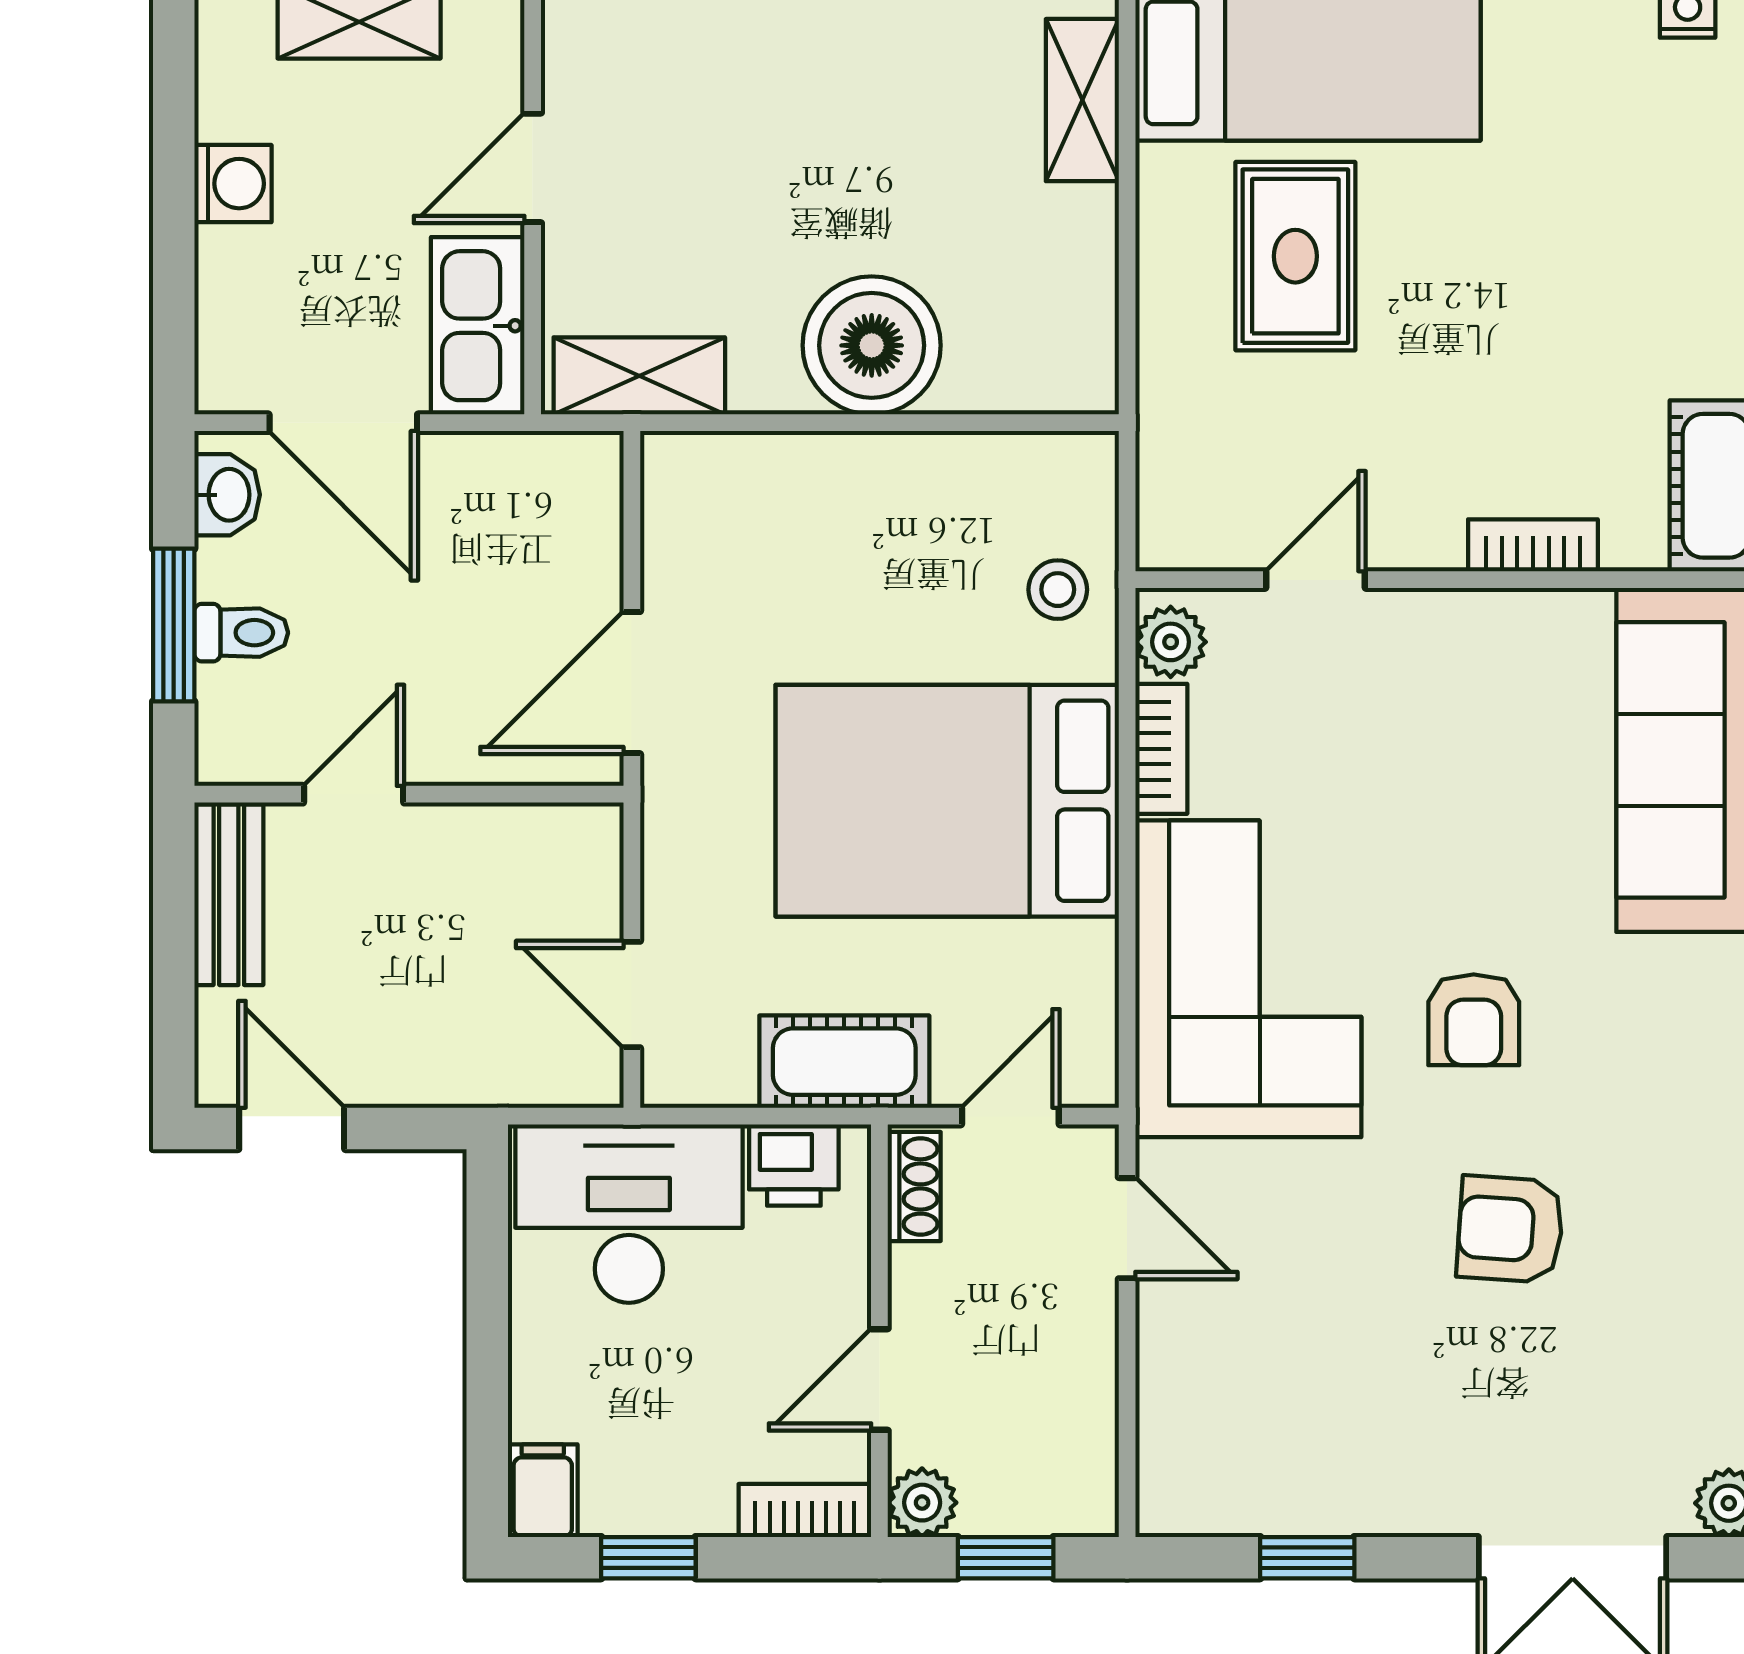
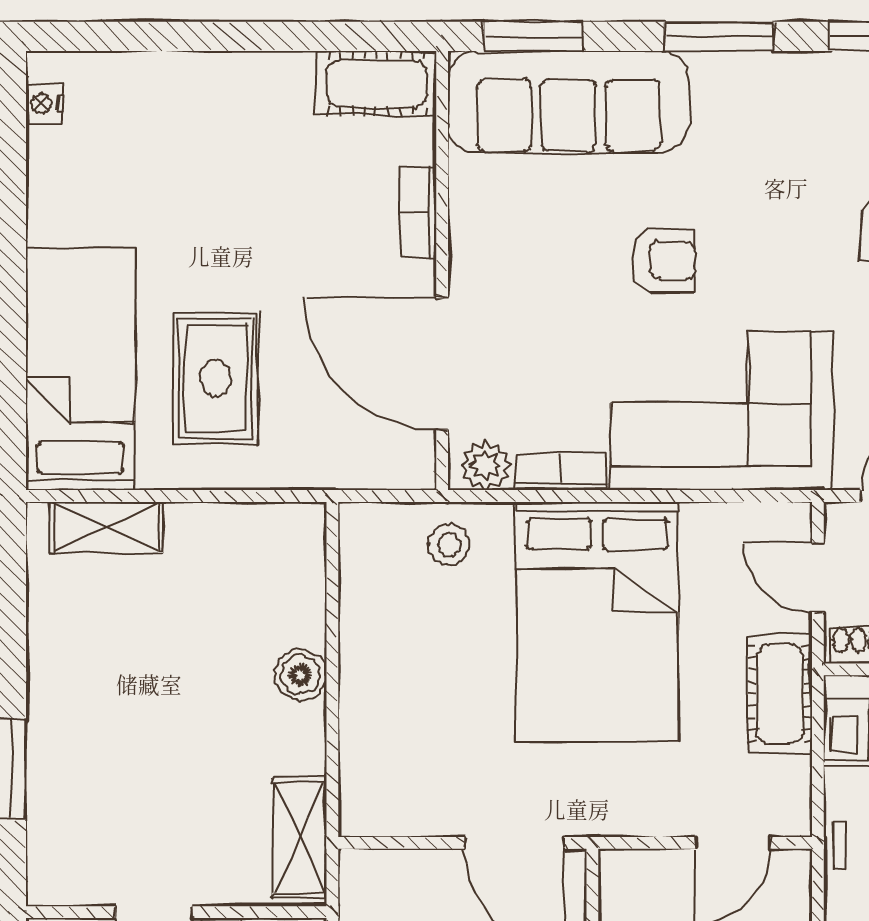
rug: (1295, 256) -> (216, 378), turned 90
boiler: (872, 345) -> (301, 675), width x0.54, depth x0.54
door: (1316, 580) -> (442, 364), width x1.88
armchair: (1474, 1020) -> (663, 260), moved

